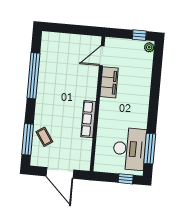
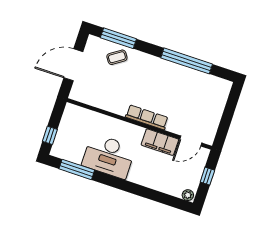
window: (139, 35) -> (207, 176), moved
door: (102, 56) -> (191, 141), swing flipped
row of seats: (88, 119) -> (147, 117), moved
desk: (129, 149) -> (109, 156), moved

